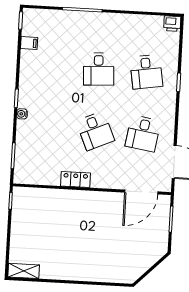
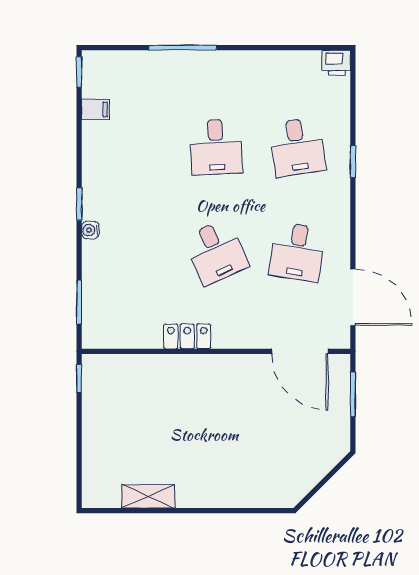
door: (141, 192) -> (300, 351), hinge flipped
shelving: (24, 271) -> (148, 496), moved

